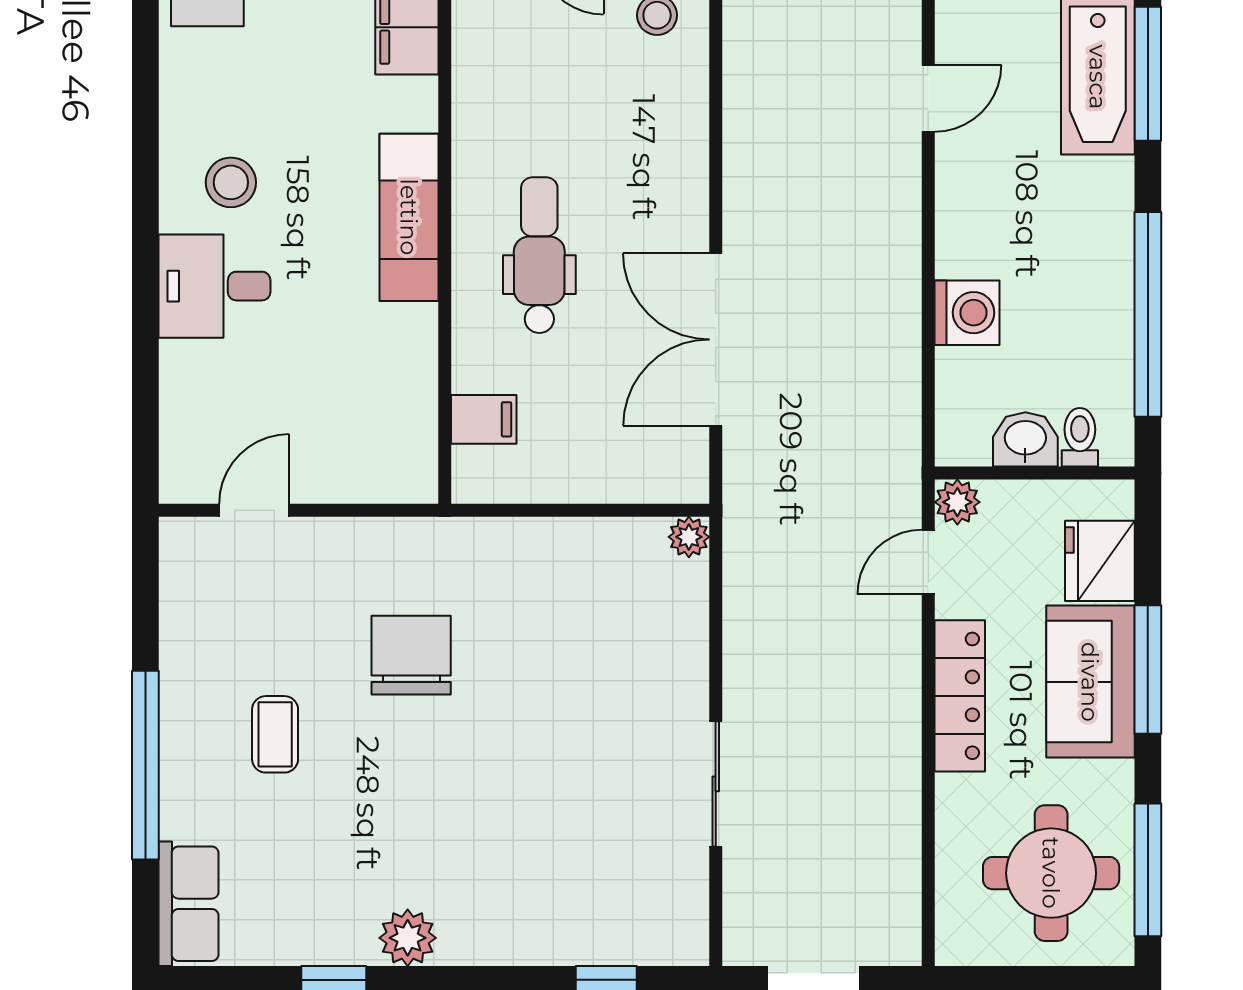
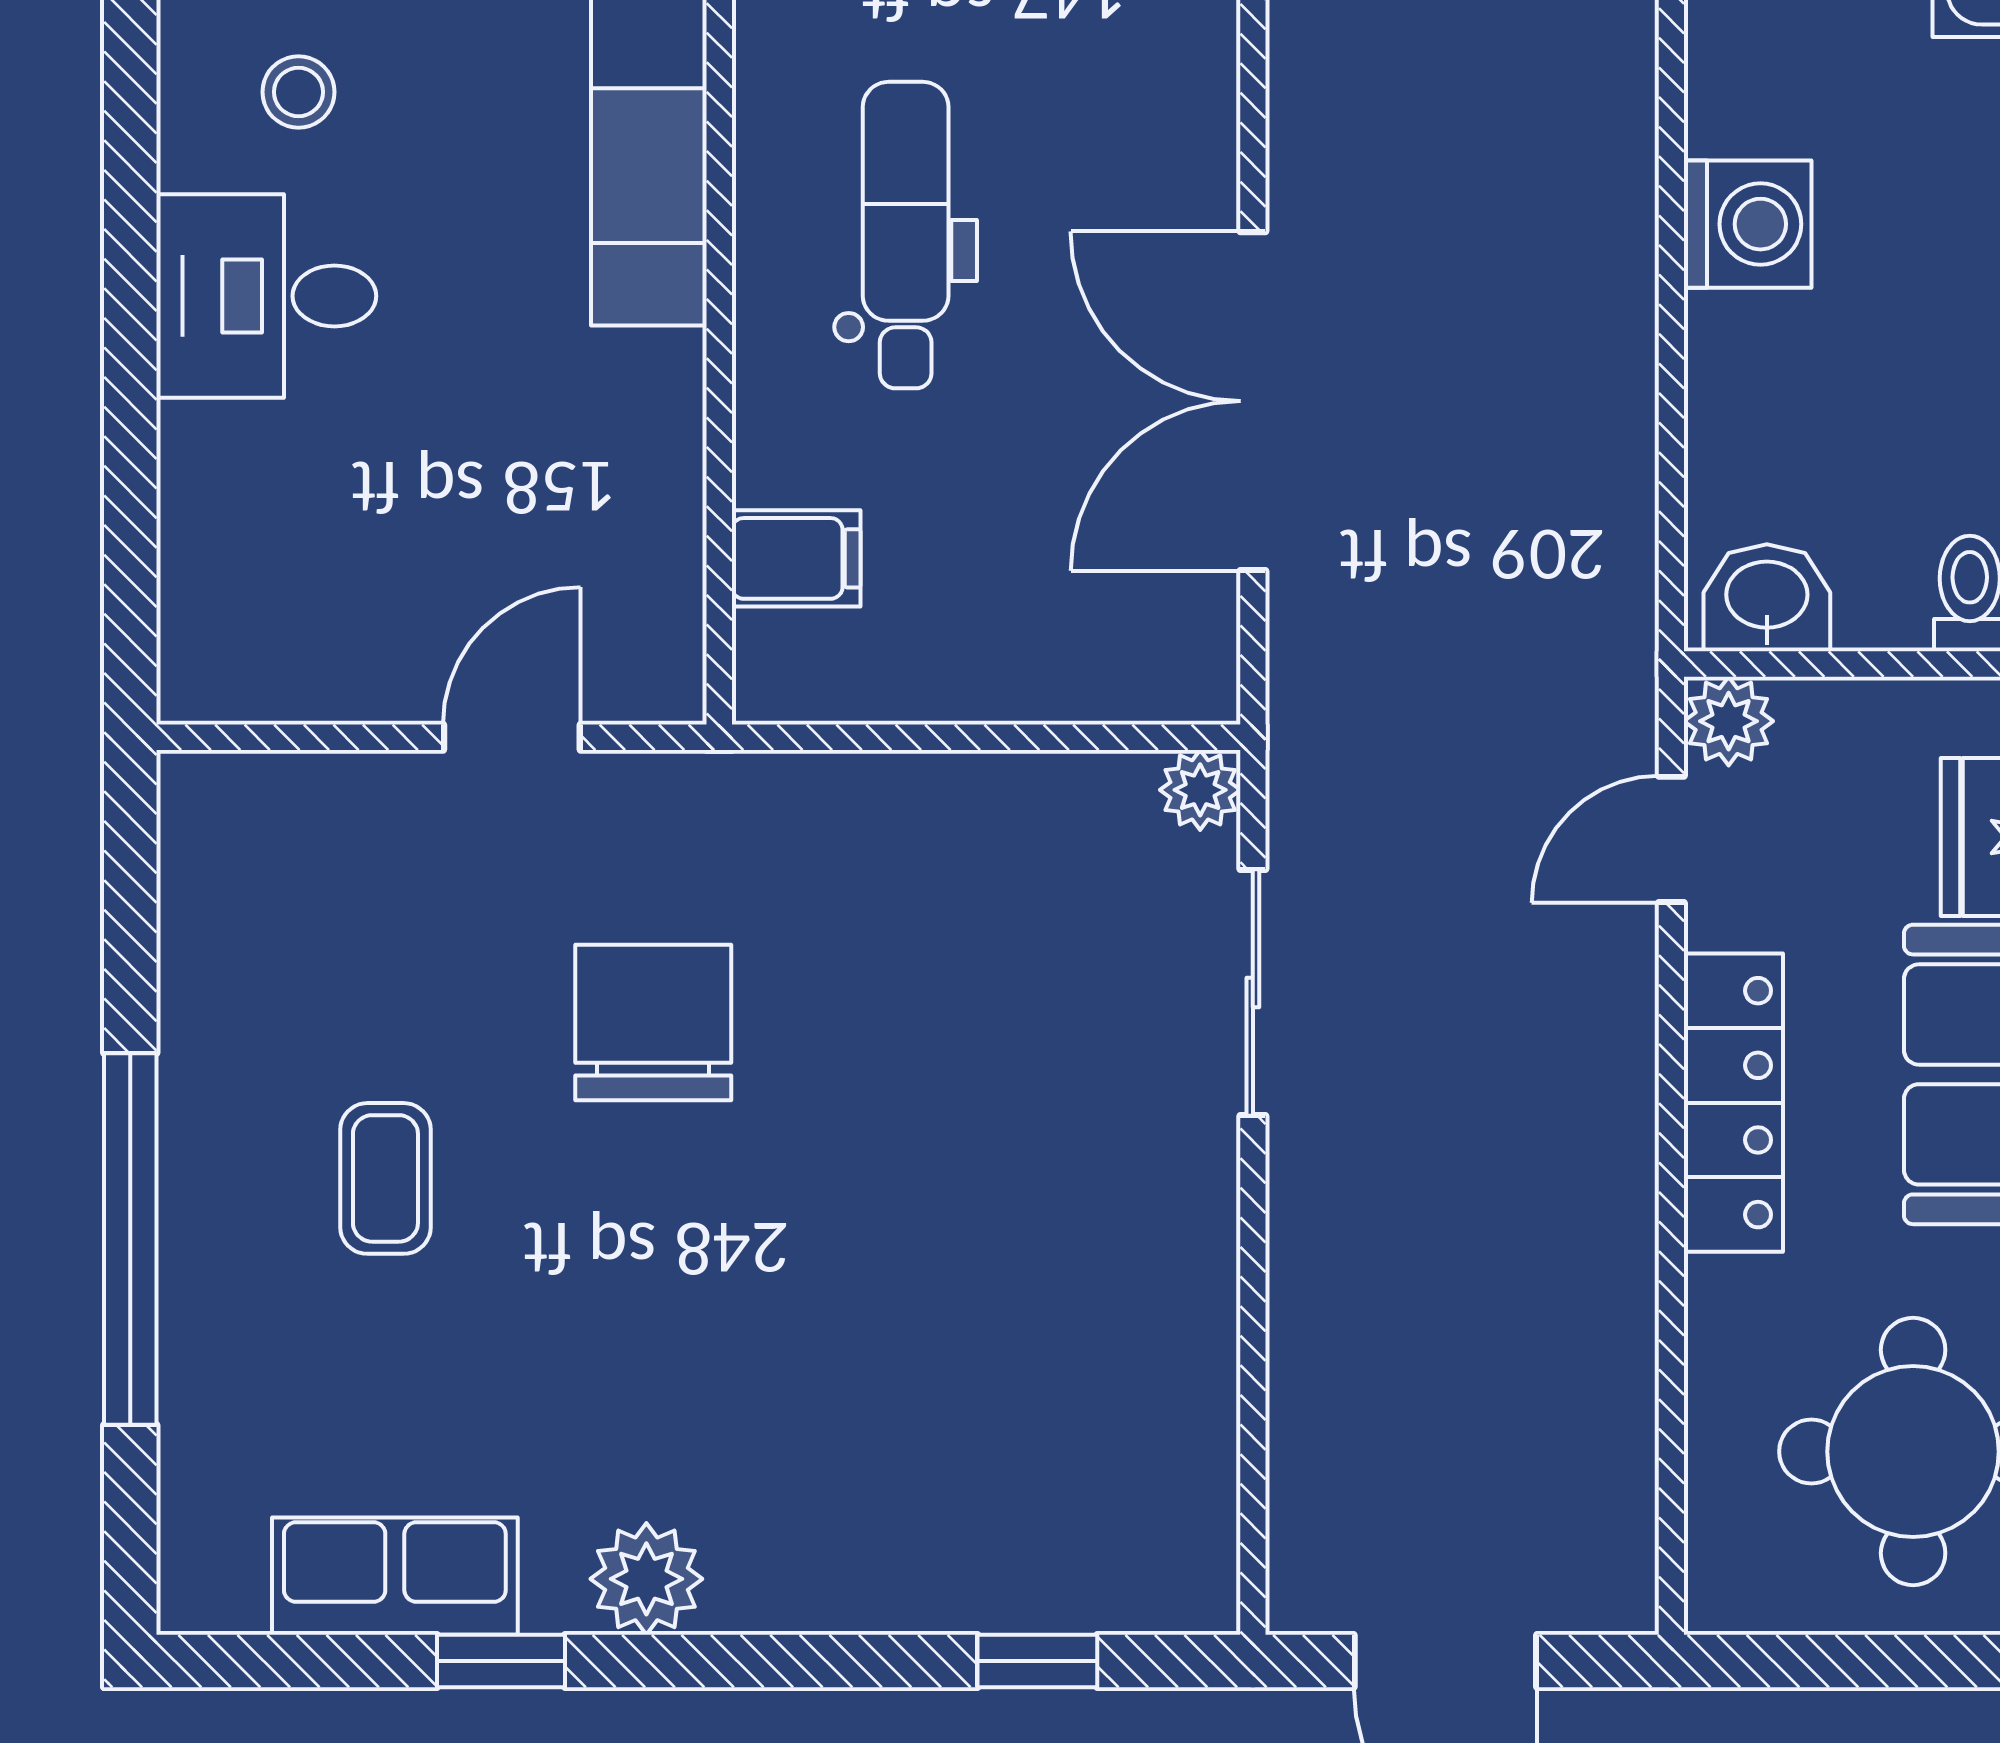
stool: (231, 182) -> (298, 92), width x0.73, depth x0.73
washing machine: (967, 313) -> (1748, 224), moved
washbasin: (1025, 439) -> (1767, 598), moved
door: (254, 510) -> (512, 737), moved
sliding door: (716, 784) -> (1253, 992), moved
row of seats: (189, 904) -> (395, 1576), moved, turned -90

